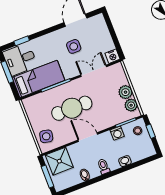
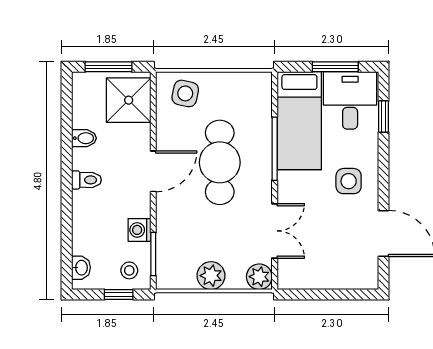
side table: (74, 46) -> (349, 181), moved
nightstand: (113, 56) -> (288, 277), removed
plant: (131, 105) -> (259, 277), moved
washbasin: (125, 161) -> (81, 268), moved

